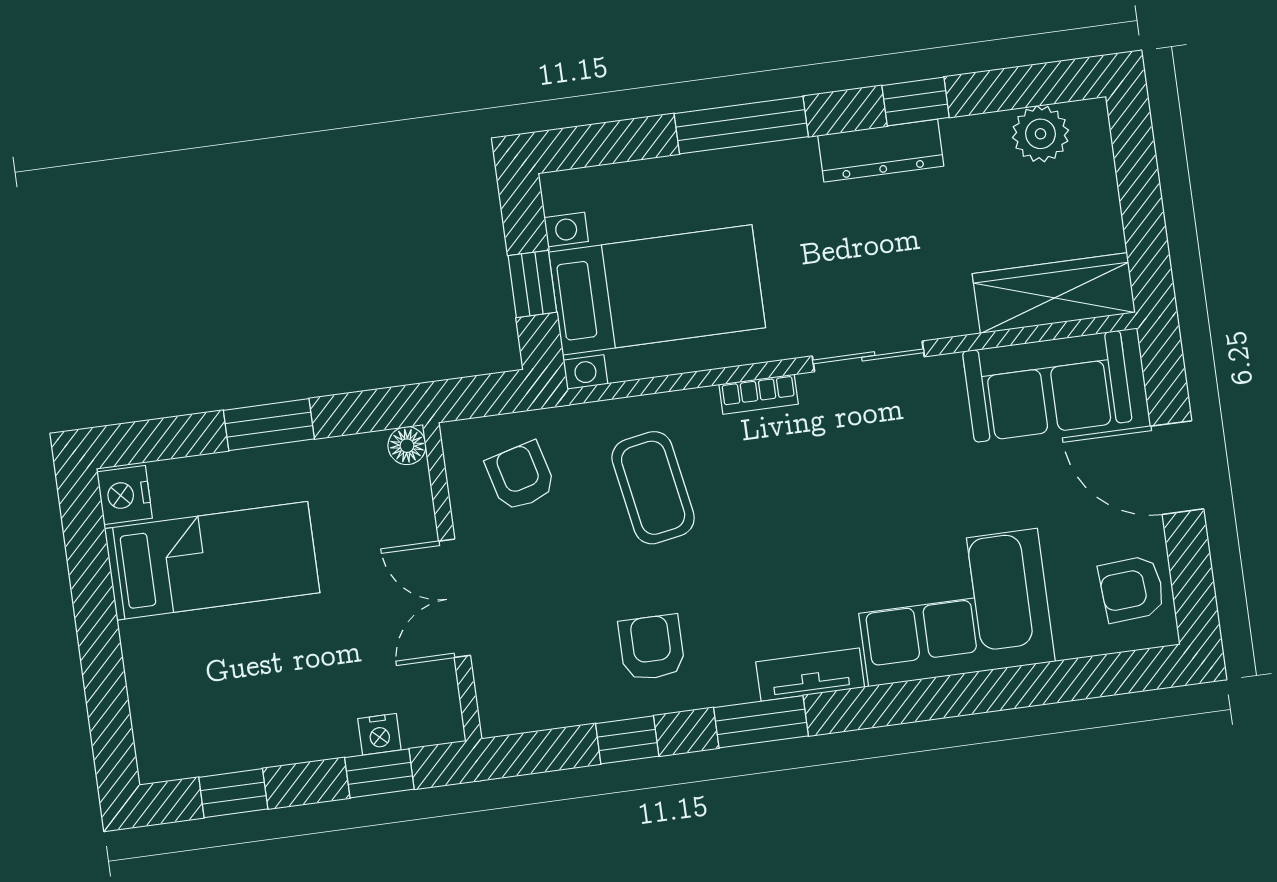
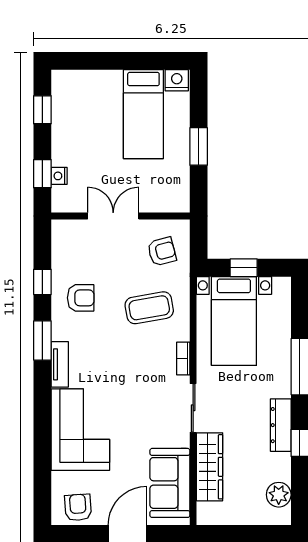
wardrobe: (1054, 293) -> (210, 467), moved
floor lamp: (407, 446) -> (182, 205), removed

